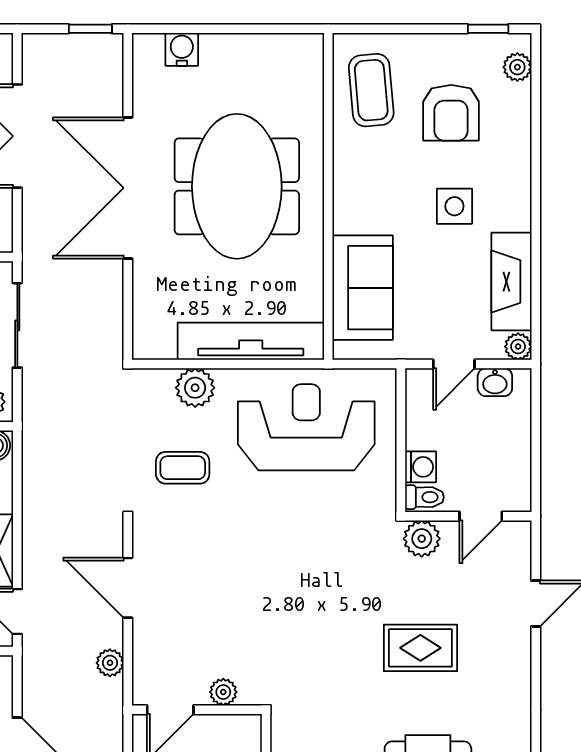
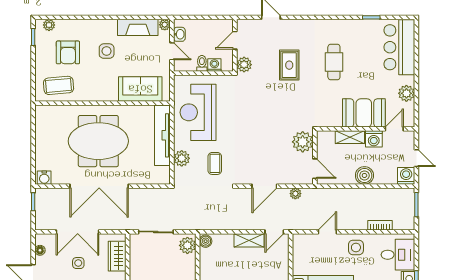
water cooler: (182, 49) -> (44, 178), moved, turned -90
armchair: (451, 113) -> (68, 52), turned 90
toilet: (425, 497) -> (202, 63), moved
door: (481, 516) -> (235, 40), swing flipped
plant: (223, 692) -> (303, 142), width x1.87, depth x1.87

